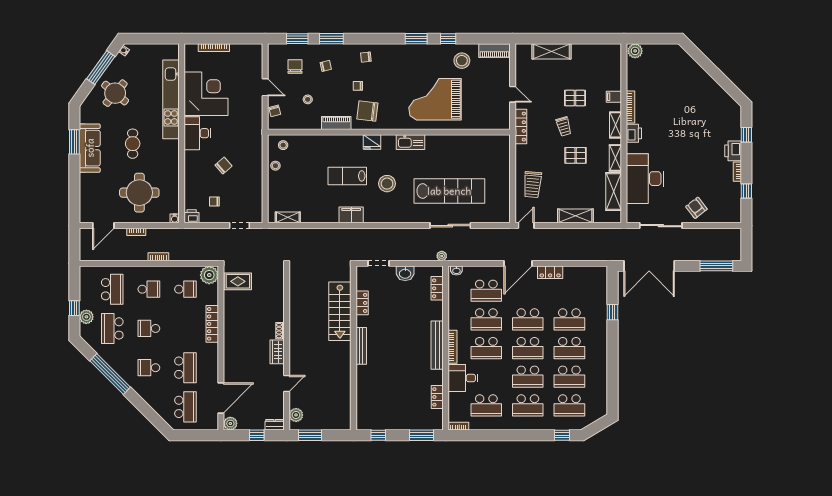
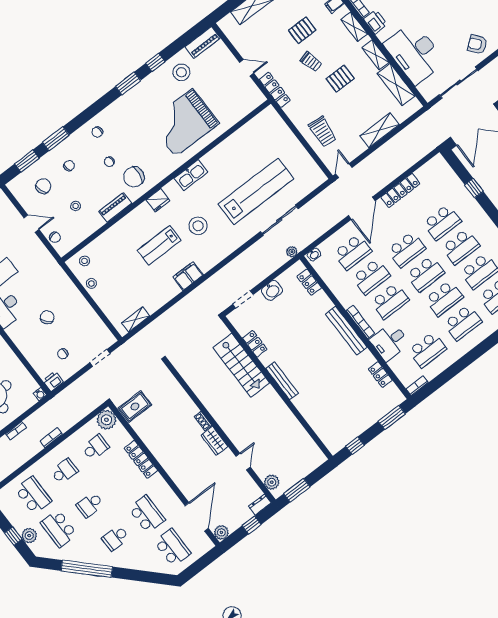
chair: (295, 66) -> (43, 186), turned 70
locker: (550, 272) -> (400, 190), width x1.53

